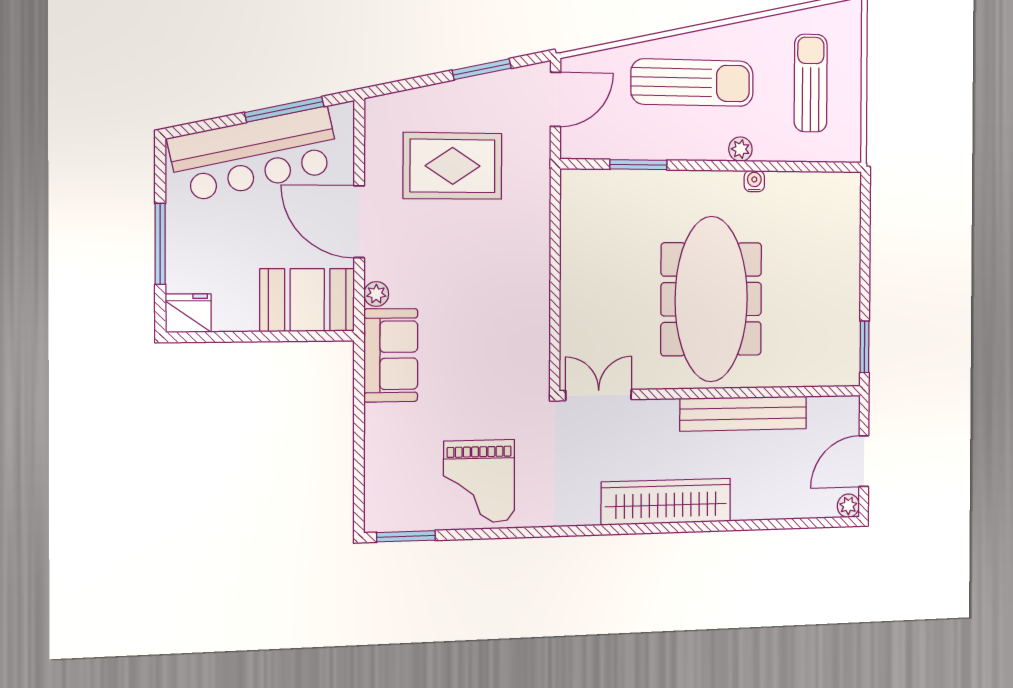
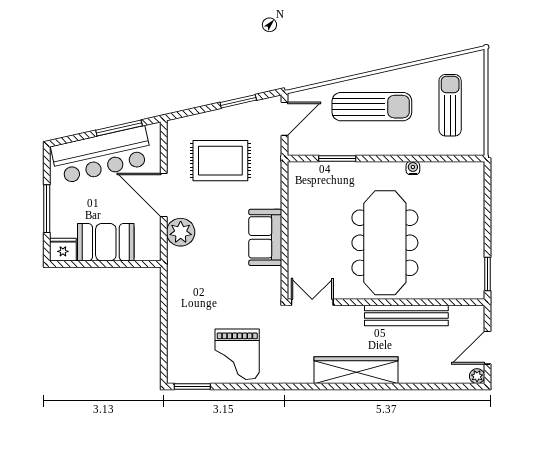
plant: (740, 149) -> (404, 148), removed
plant: (376, 294) -> (181, 232), width x1.88, depth x1.88
booth: (307, 300) -> (106, 242), moved
sofa: (391, 355) -> (265, 237), moved, turned 180

